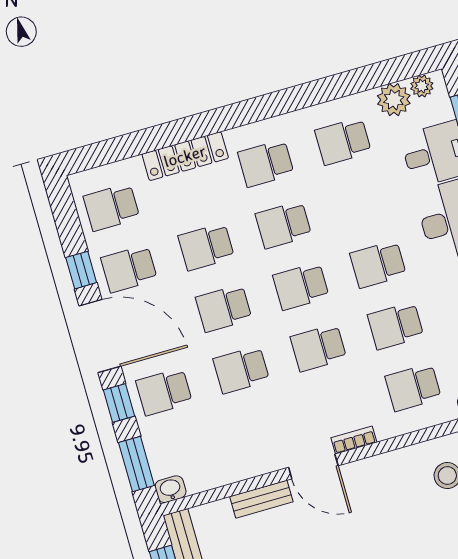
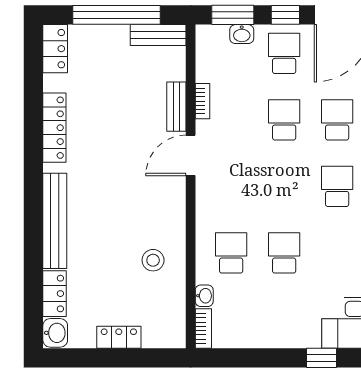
school desk: (378, 264) -> (337, 253), removed
school desk: (318, 348) -> (284, 186), removed
bookcase: (354, 440) -> (203, 101), moved
washbasin: (170, 489) -> (242, 34), moved, turned 90

